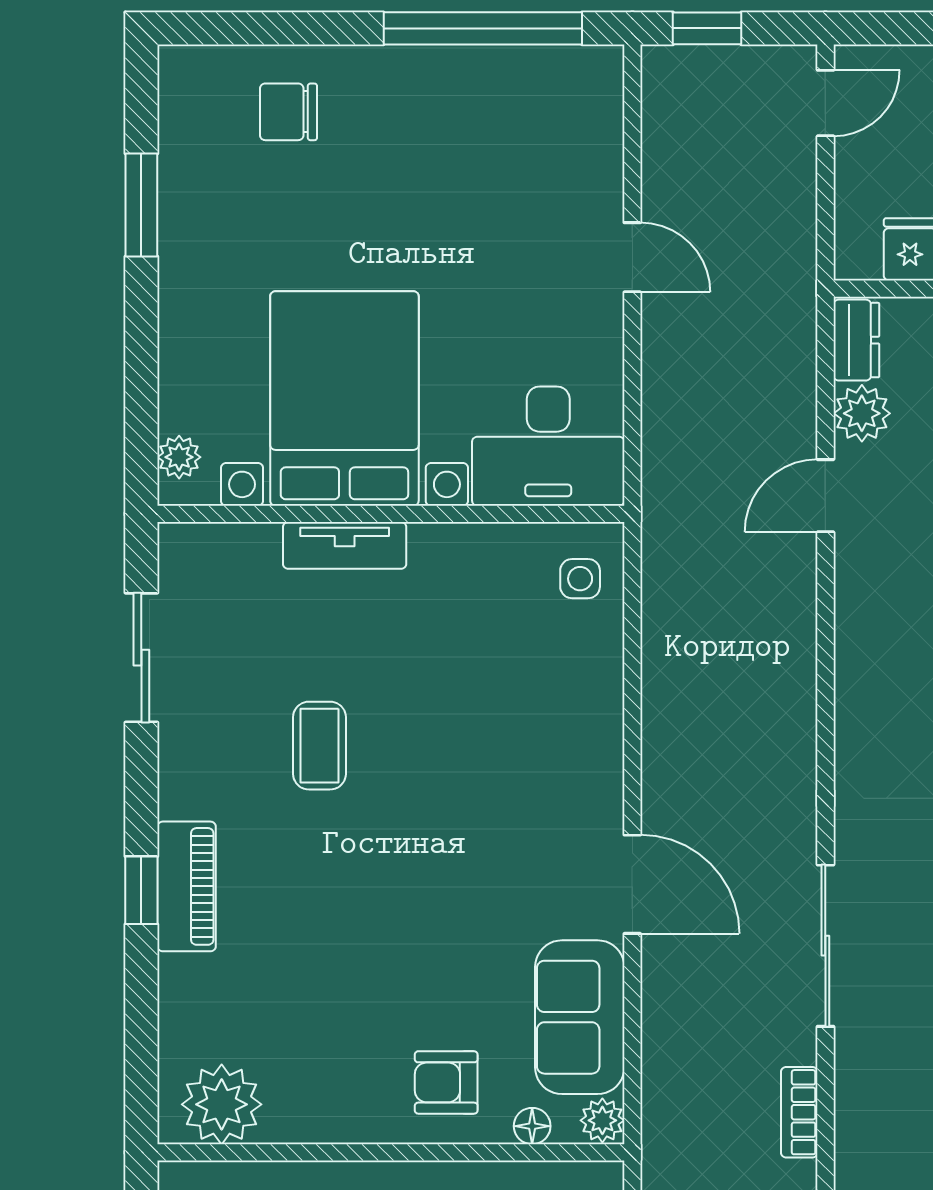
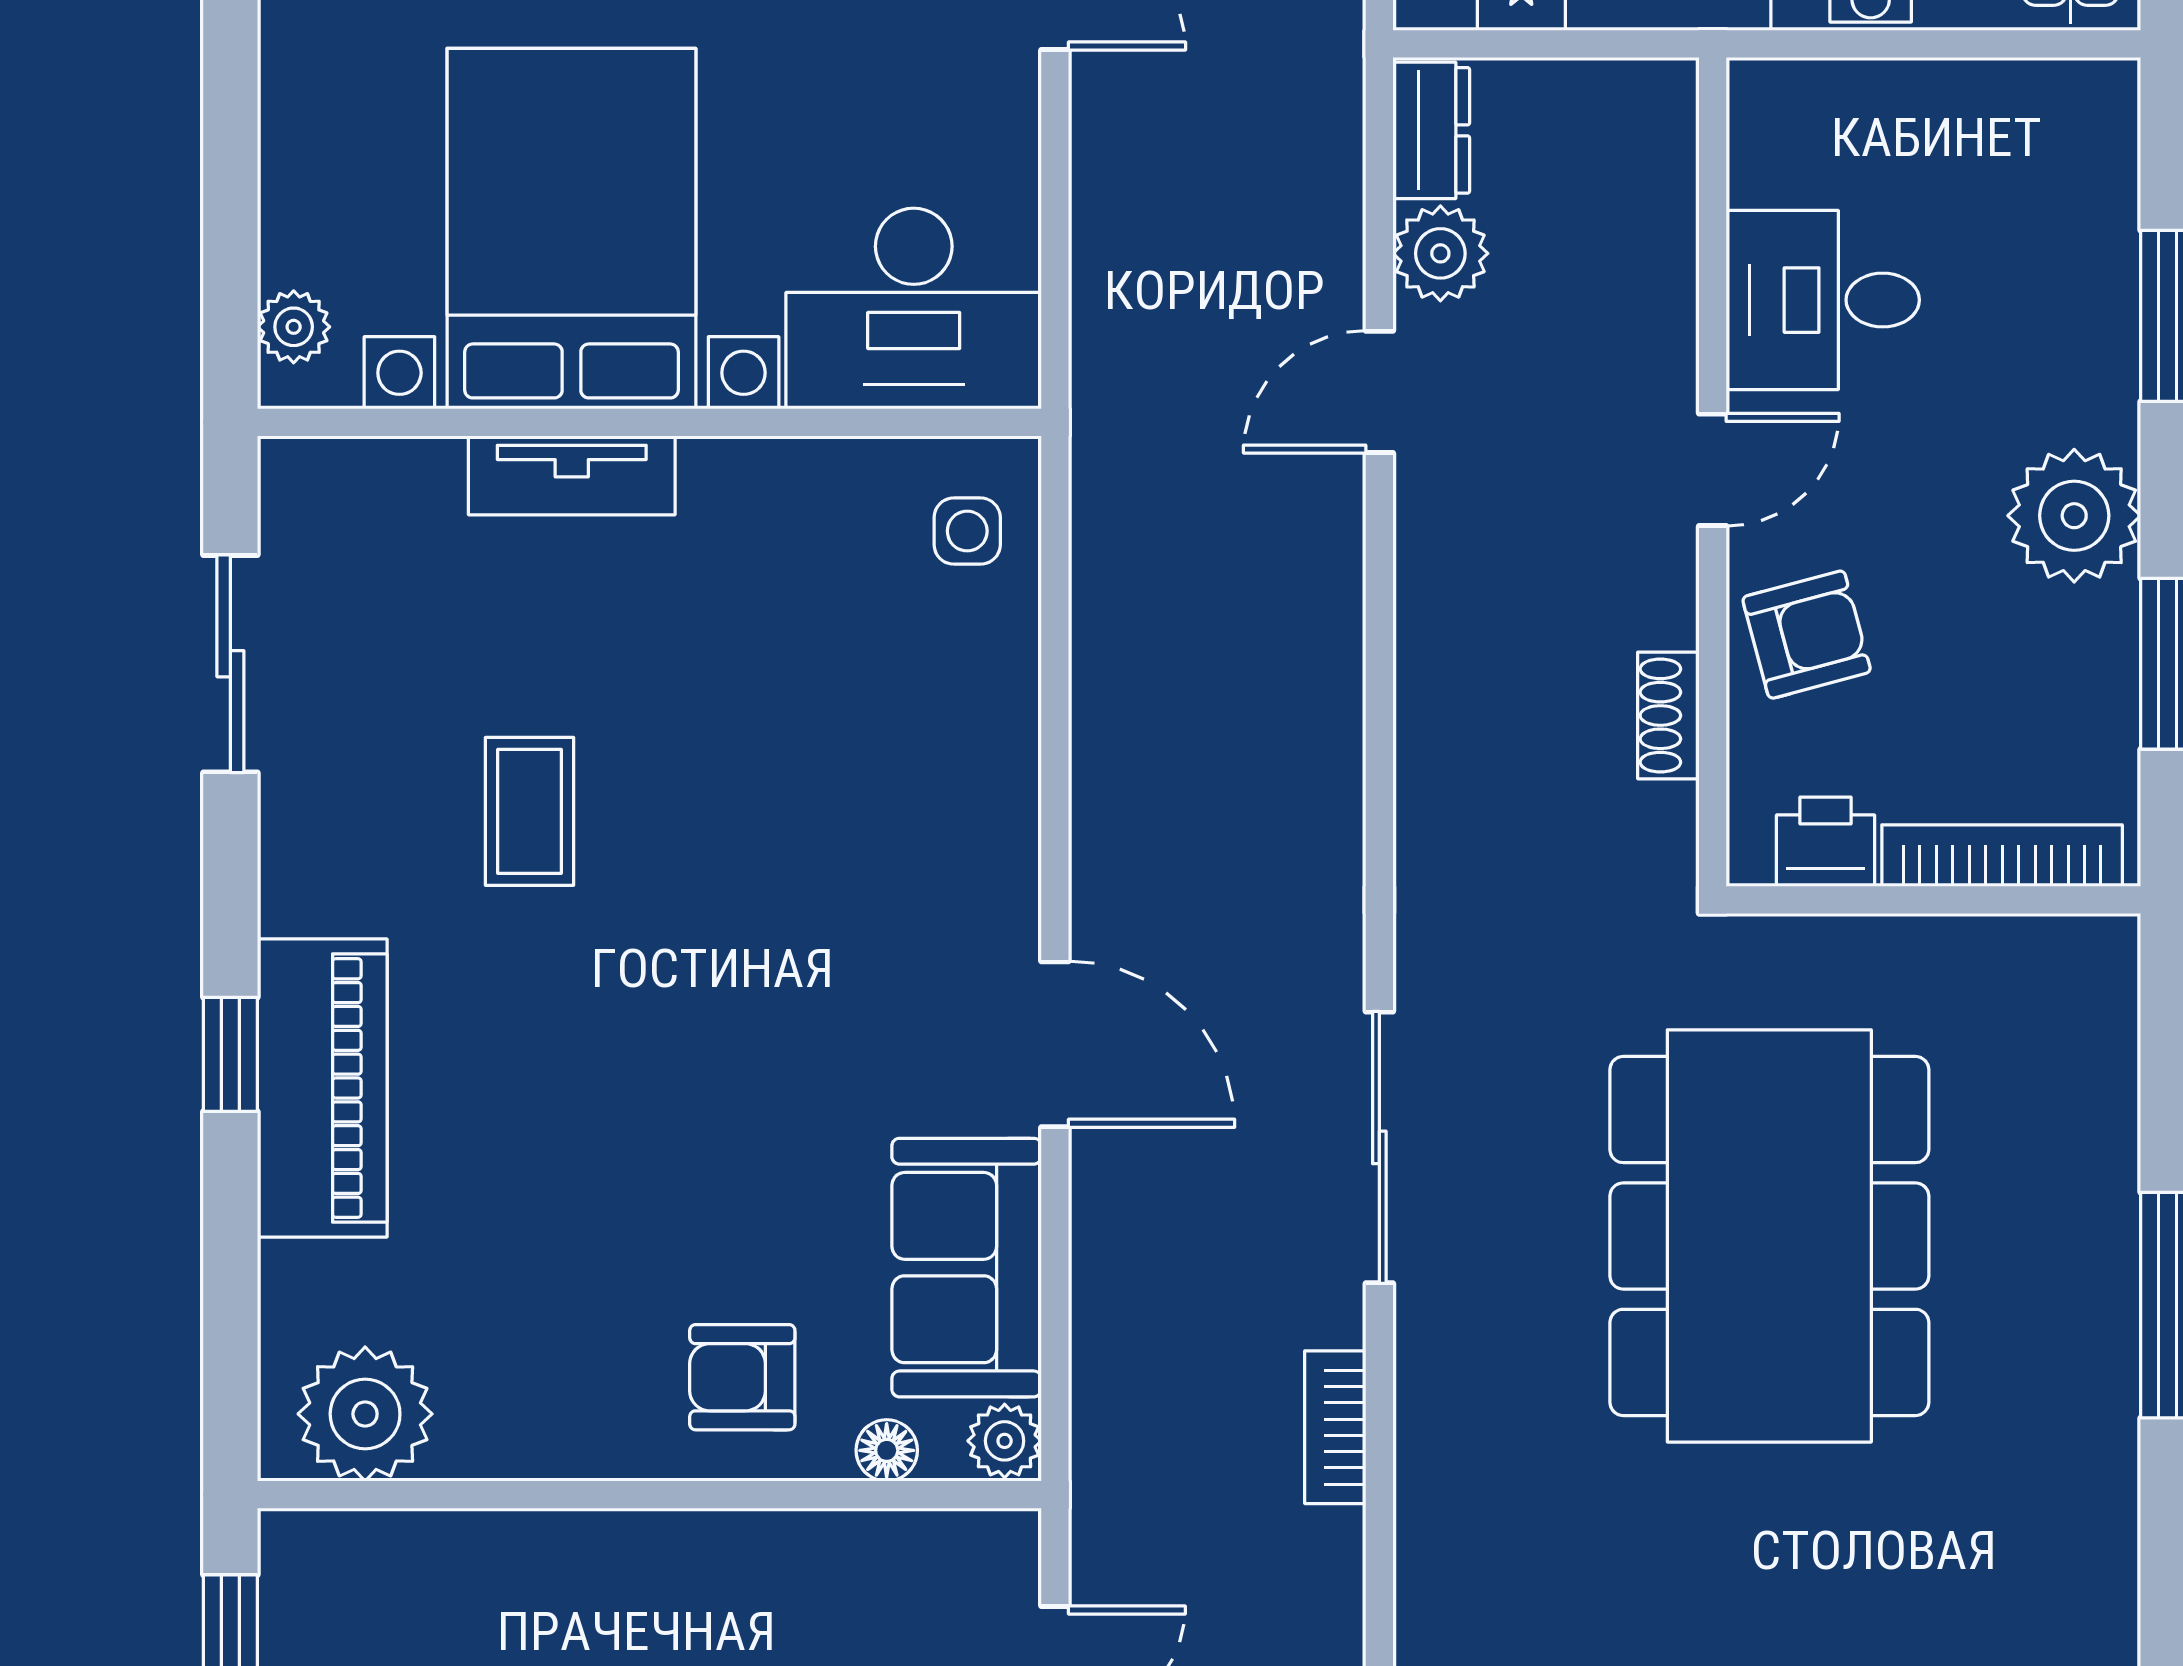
piano: (187, 886) -> (322, 1088), width x1.37, depth x1.33

